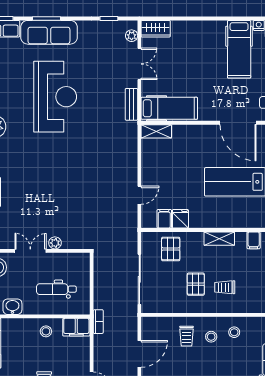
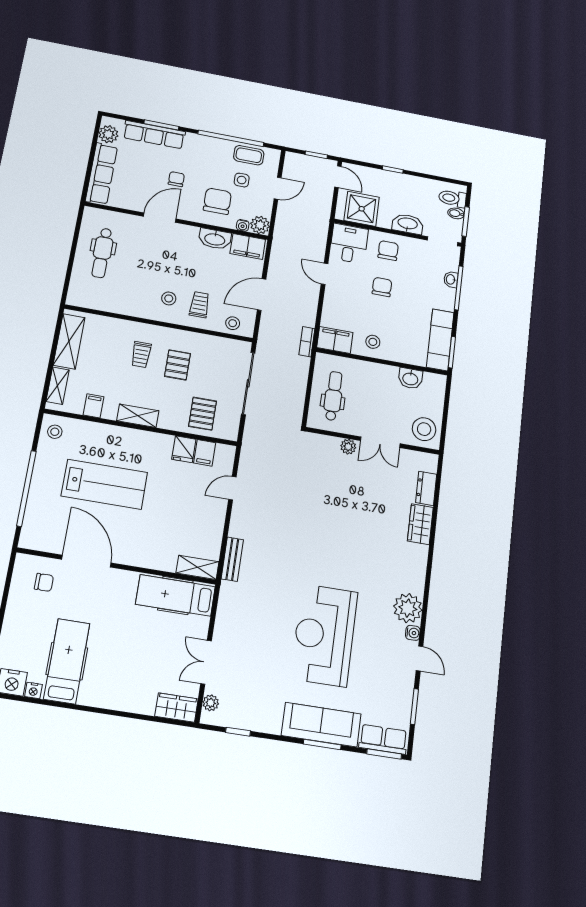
bench: (131, 104) -> (232, 559), moved
trolley: (225, 287) -> (141, 355), turned 90
dental chair: (56, 289) -> (333, 396), moved, turned -90
stool: (234, 332) -> (233, 323), moved

